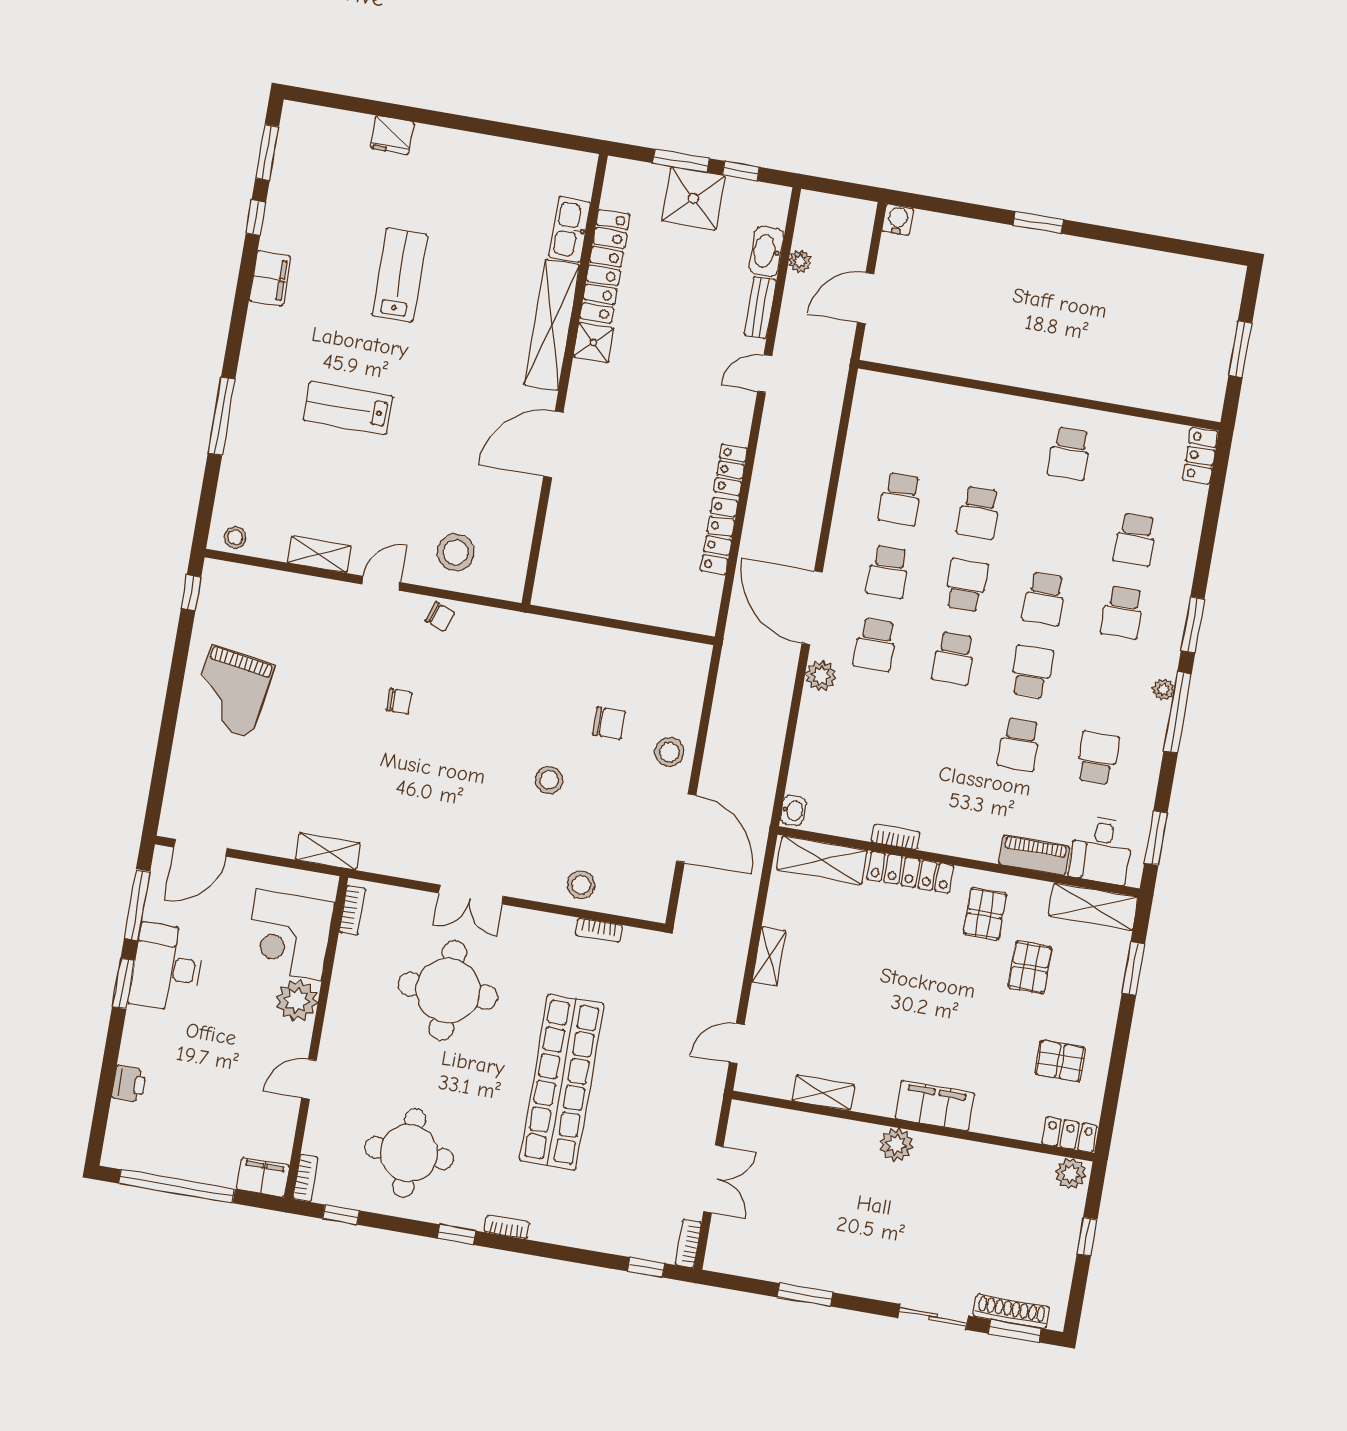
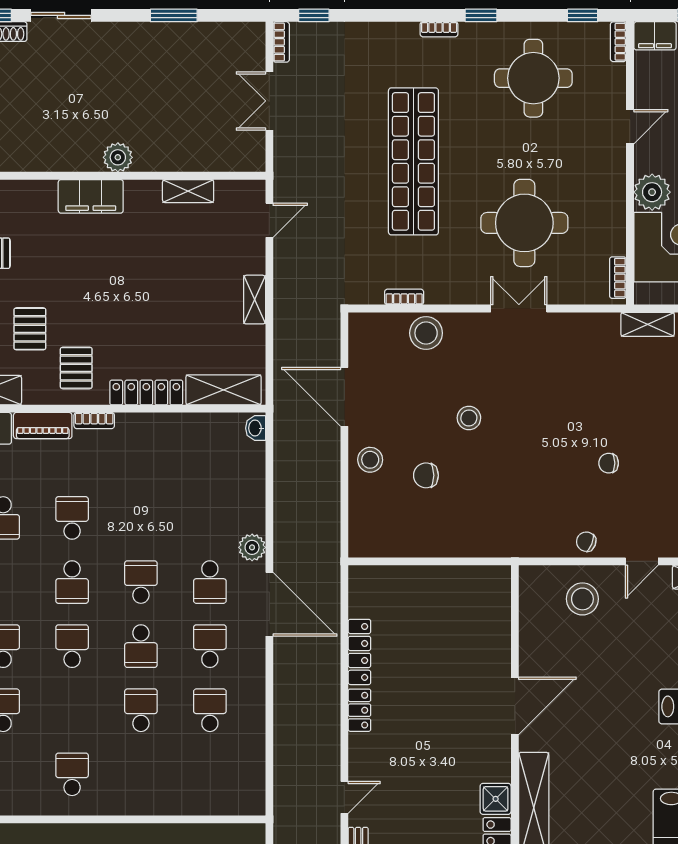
school desk: (875, 645) -> (210, 582), turned 180
bookcase: (896, 837) -> (94, 421), moved
stool: (581, 885) -> (426, 333), width x1.38, depth x1.38

